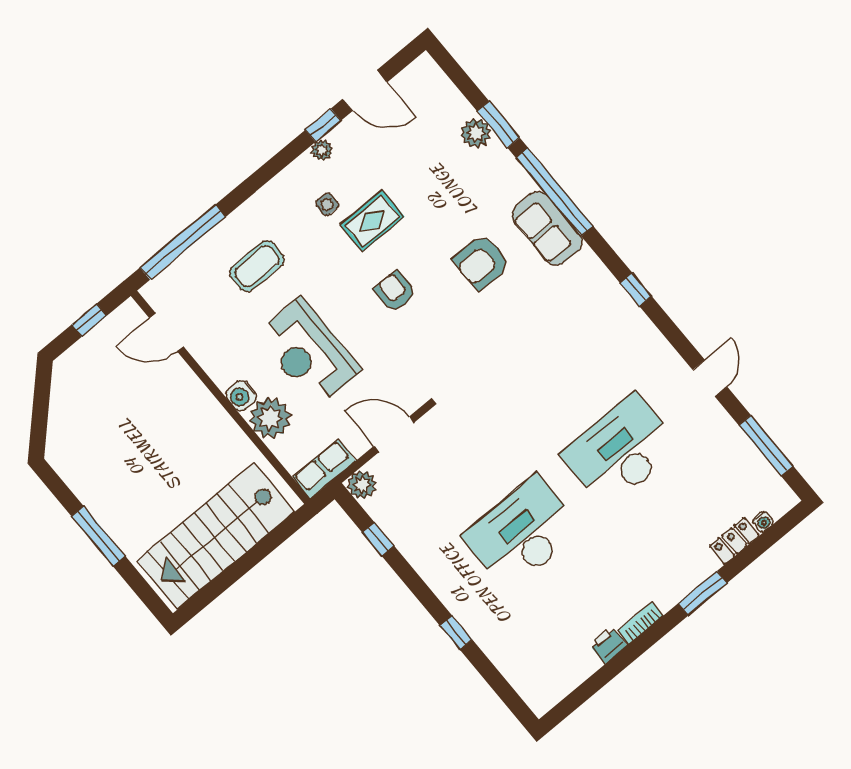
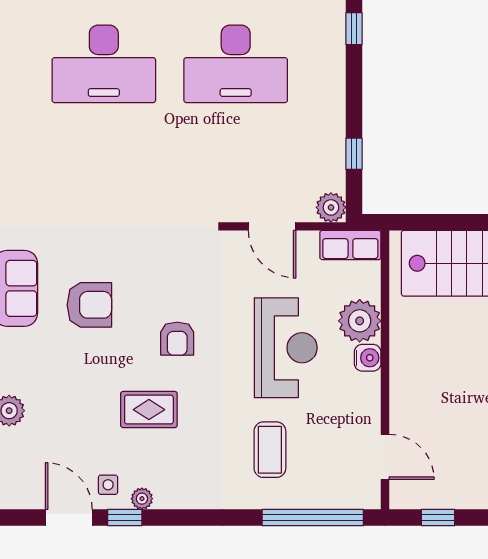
side table: (327, 204) -> (108, 485), moved
coffee table: (257, 266) -> (270, 450), turned 90

